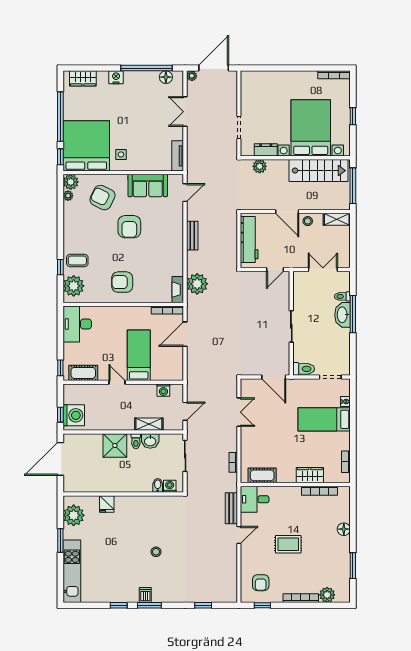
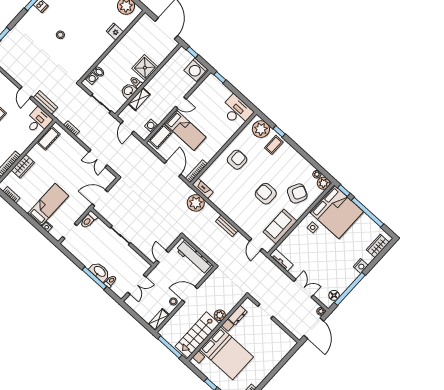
plant: (260, 166) -> (220, 315), moved
cot: (83, 373) -> (160, 136), moved
washing machine: (74, 415) -> (196, 70), moved

